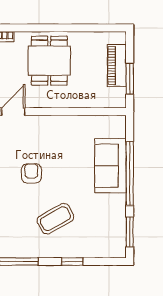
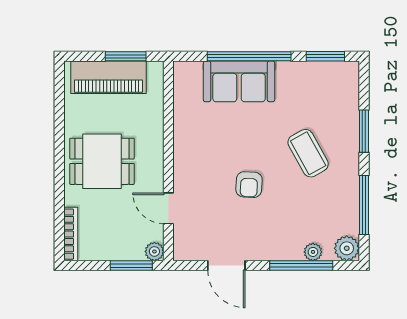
piano: (117, 66) -> (108, 77), width x1.37, depth x1.33
armchair: (31, 173) -> (249, 185), turned -87
window: (72, 261) -> (364, 131), width x1.50

